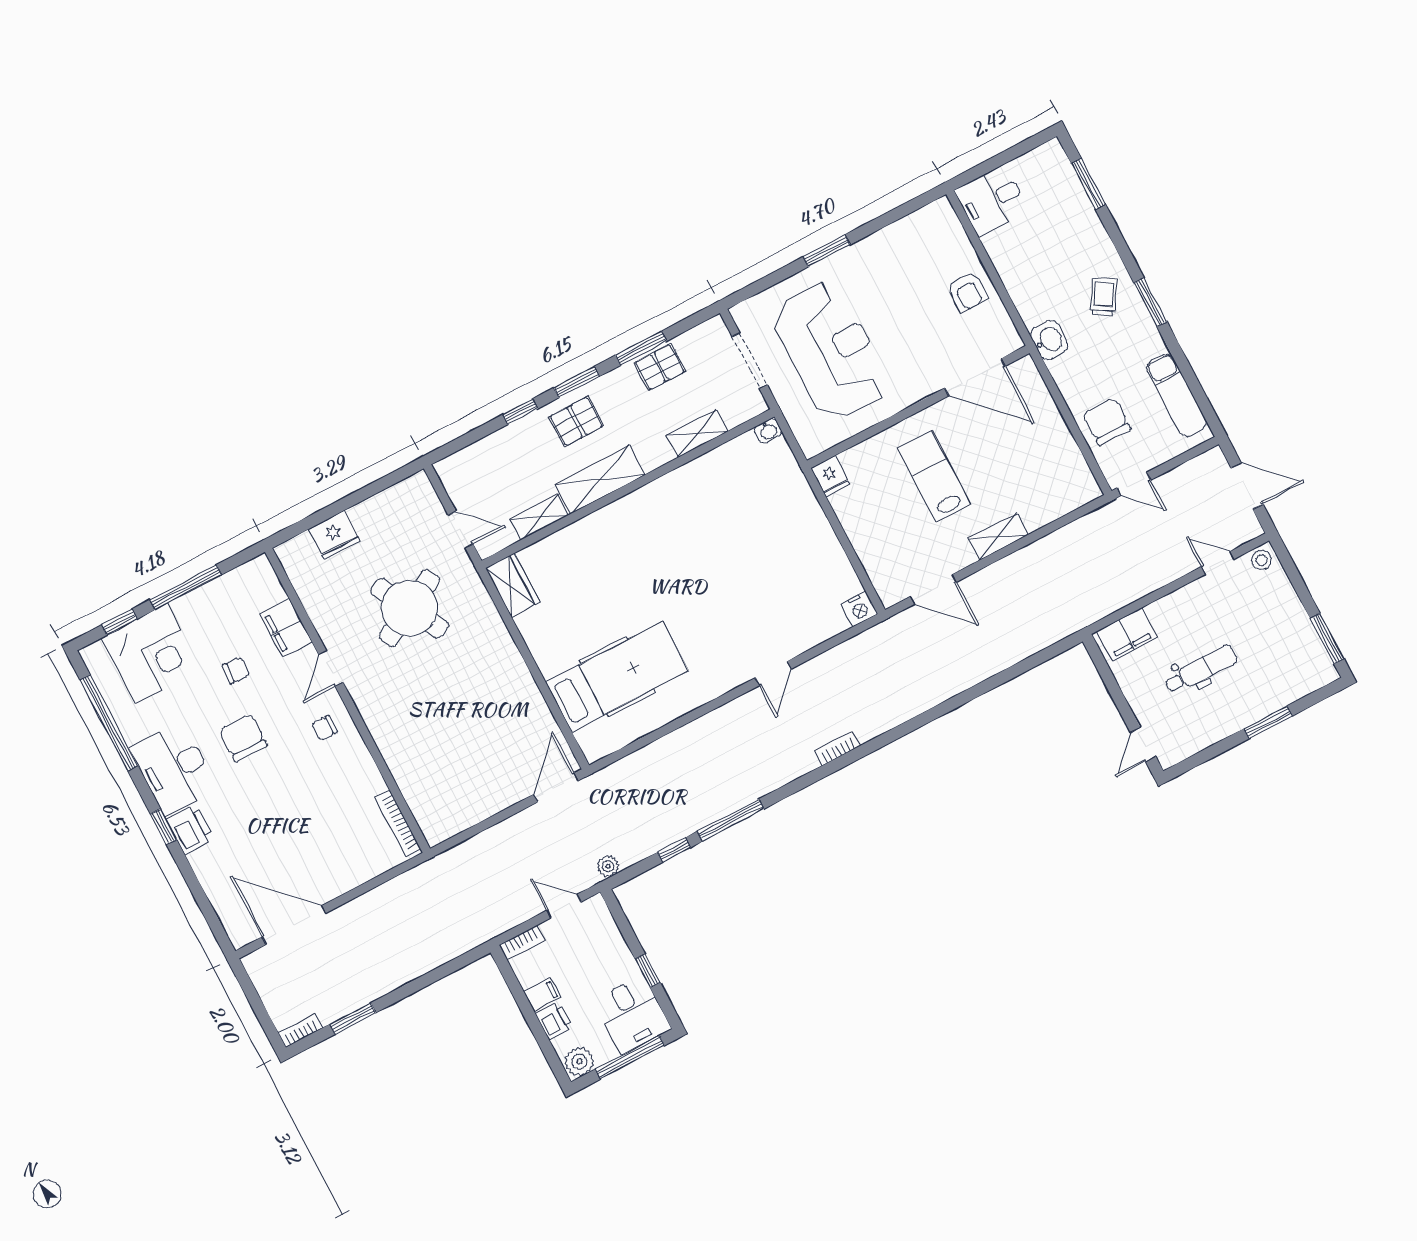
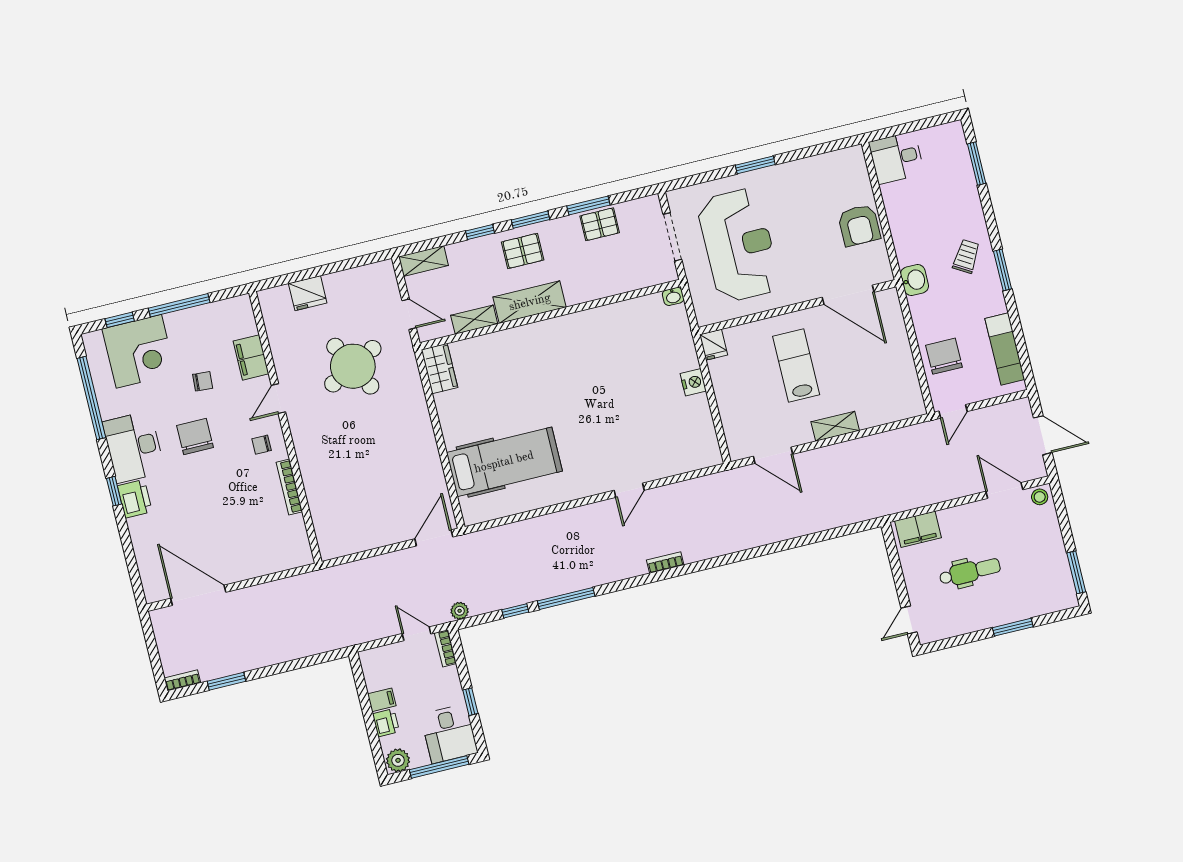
armchair: (967, 292) -> (859, 225), width x1.38, depth x1.38
shelving: (697, 433) -> (423, 261), moved
door: (1134, 484) -> (953, 411), hinge flipped
door: (1218, 563) -> (1004, 490), width x1.38
nightstand: (859, 609) -> (693, 382), moved, turned -90
bookcase: (398, 823) -> (289, 487), moved
bookcase: (522, 942) -> (446, 648), moved, turned 90

